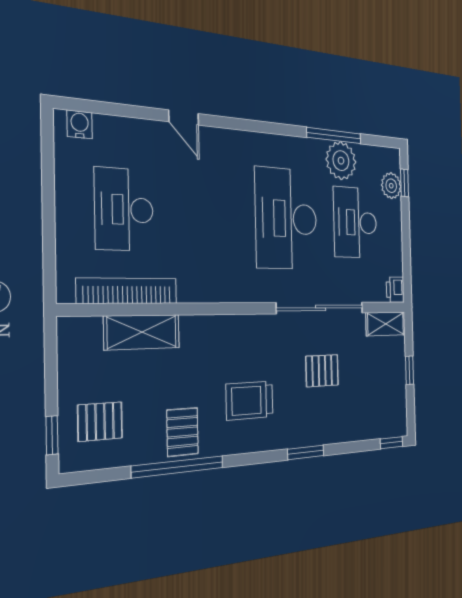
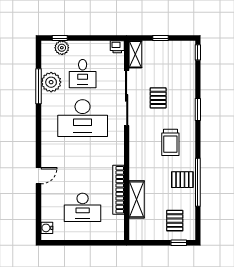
desk: (355, 222) -> (83, 74), width x0.73
bookcase: (127, 291) -> (118, 190), moved

